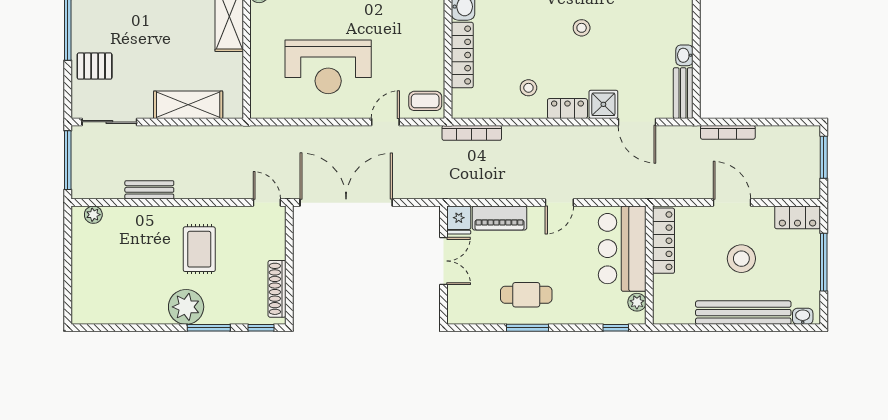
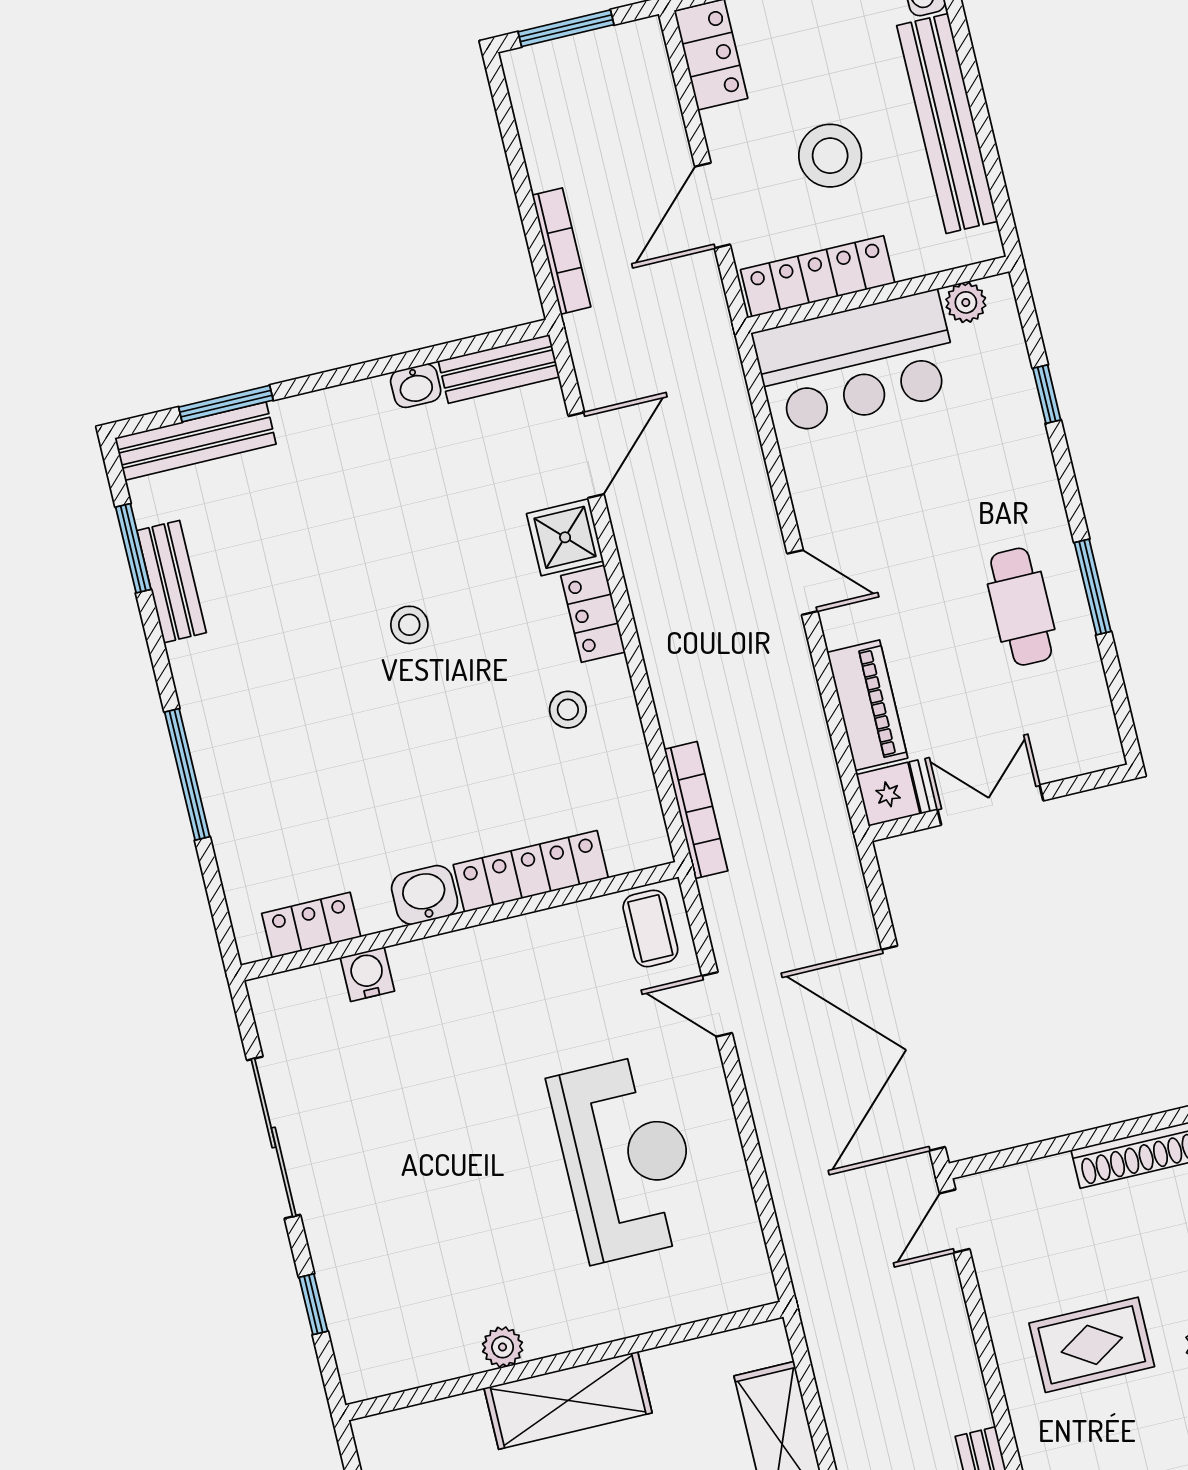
locker: (664, 241) -> (818, 276), moved
bar counter: (622, 249) -> (856, 362), moved
wall: (649, 265) -> (878, 295), moved
plant: (637, 302) -> (966, 302), moved

